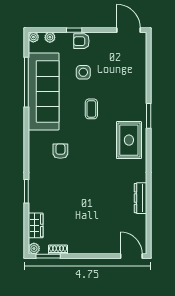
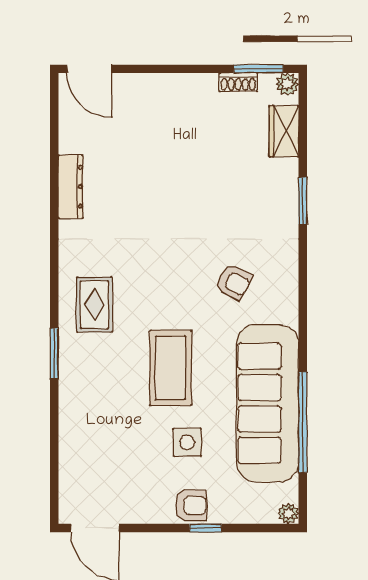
plant: (50, 37) -> (255, 513), removed
coffee table: (91, 109) -> (171, 368), width x1.86, depth x1.72
rug: (129, 140) -> (94, 305), width x0.73, depth x0.70
armchair: (60, 151) -> (234, 282), turned -62

